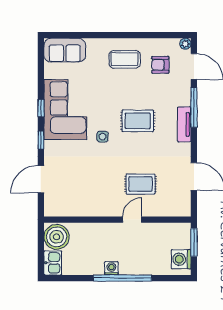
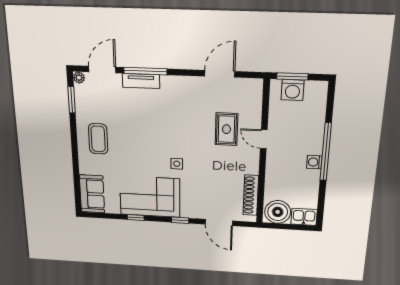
window: (163, 35) -> (72, 100), added
armchair: (160, 65) -> (102, 104), removed
window: (41, 108) -> (136, 218), moved
rug: (138, 121) -> (160, 129), removed
tv unit: (184, 124) -> (141, 81), moved
shoe rack: (73, 210) -> (251, 195), added
washing machine: (181, 259) -> (293, 90), moved

